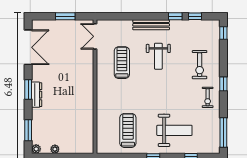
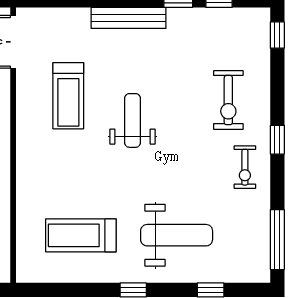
weight bench: (158, 56) -> (132, 120), moved, turned 180
treadmill: (122, 63) -> (68, 96), turned 180
treadmill: (128, 130) -> (81, 235), turned -90

